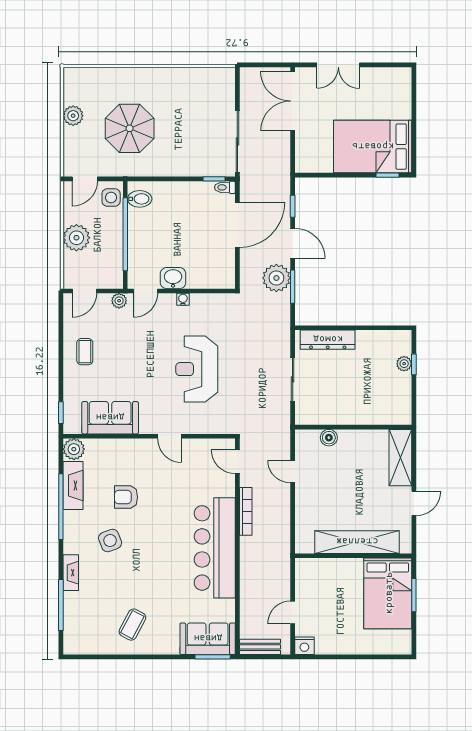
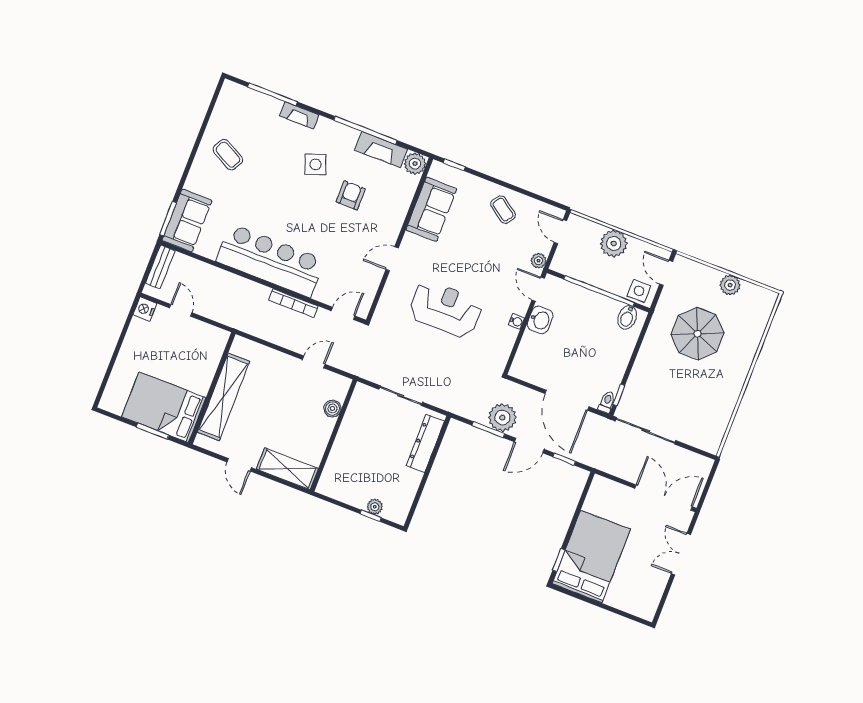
coffee table: (85, 352) -> (503, 210), turned 35

